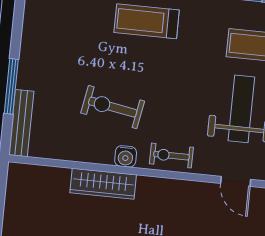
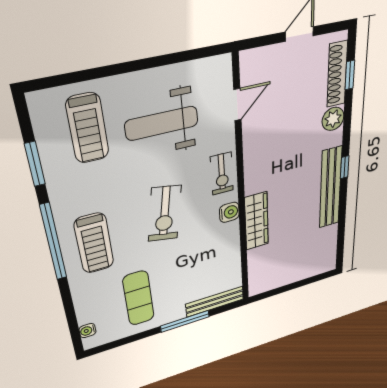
exercise mat: (65, 46) -> (139, 298), added
exercise bike: (113, 107) -> (165, 214), moved

